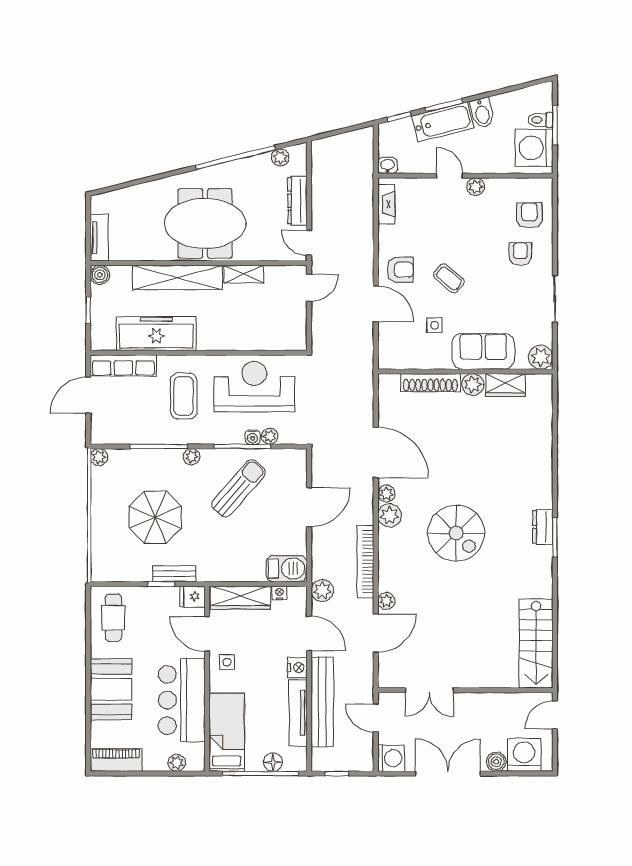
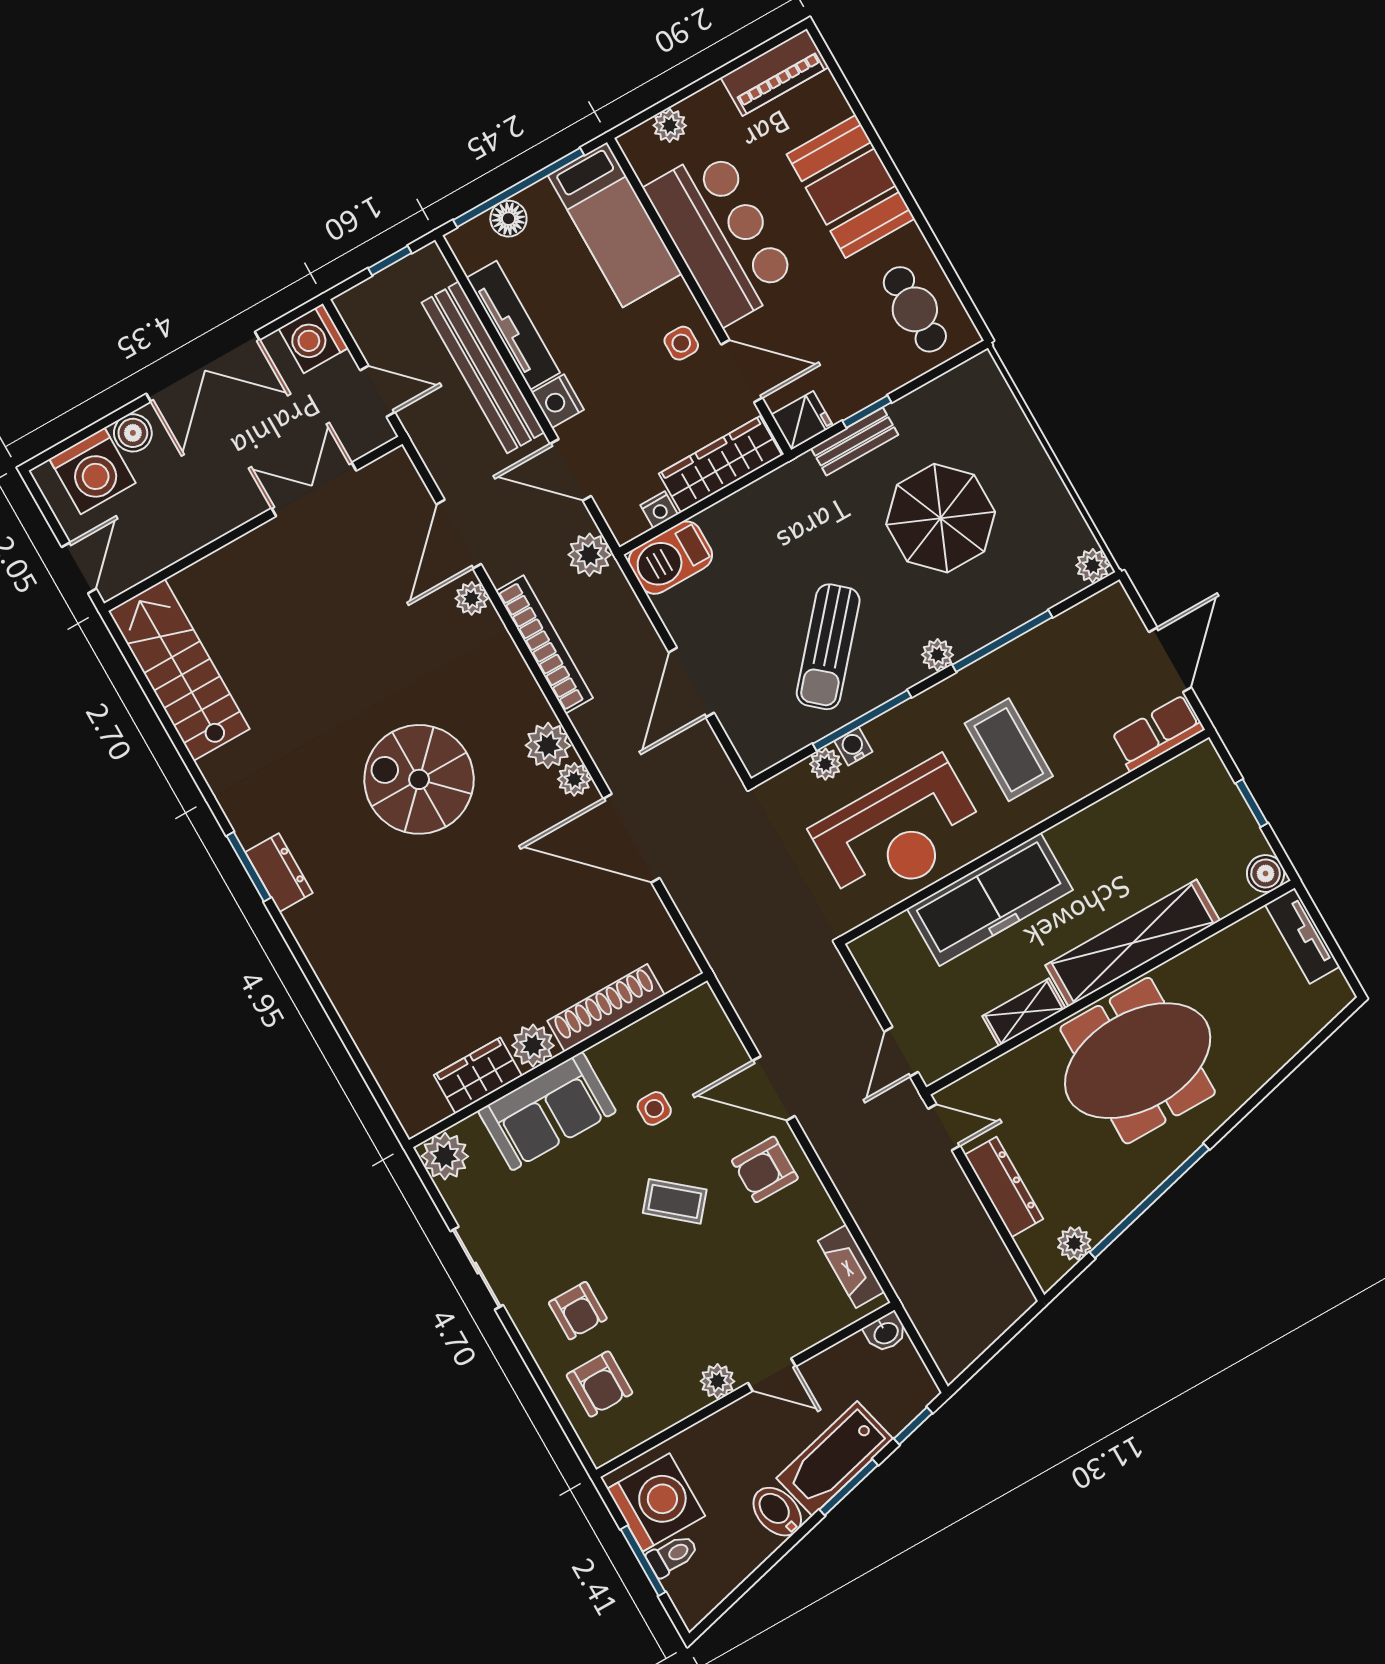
freezer: (156, 334) -> (990, 899), moved
row of seats: (123, 365) -> (1157, 733), width x0.68

